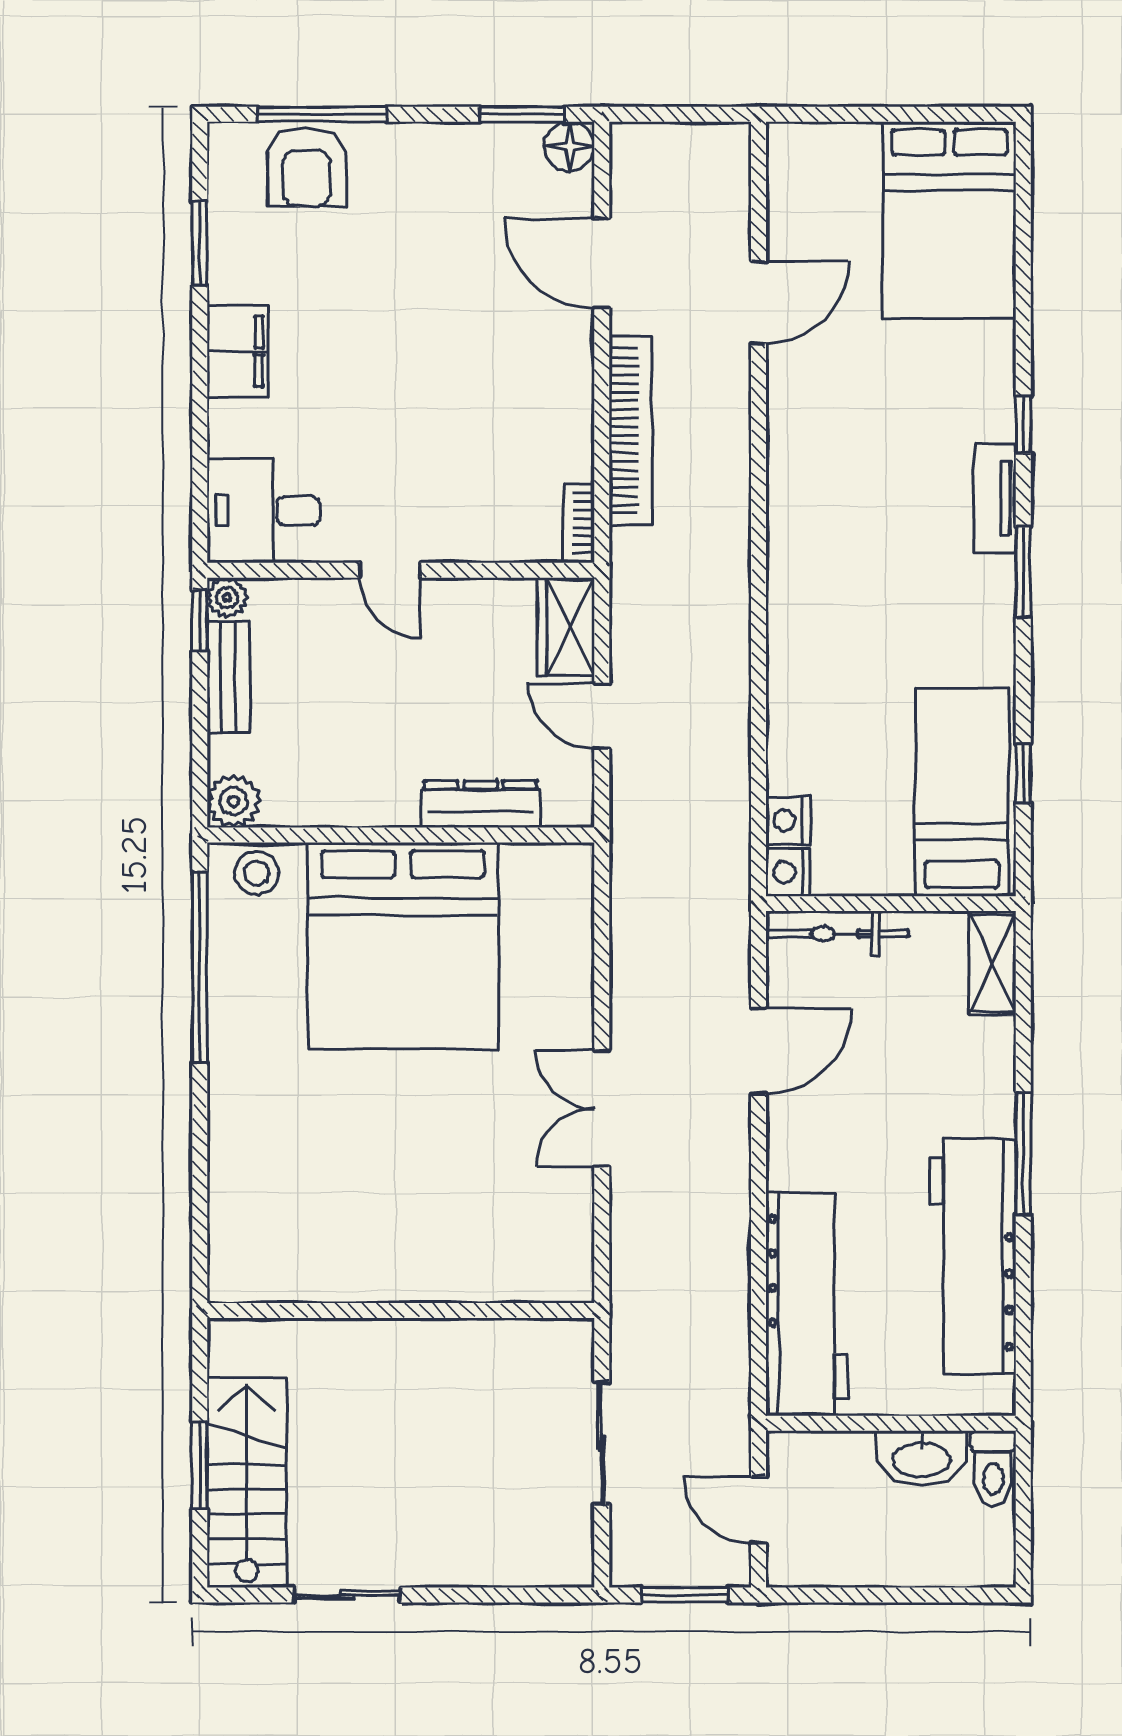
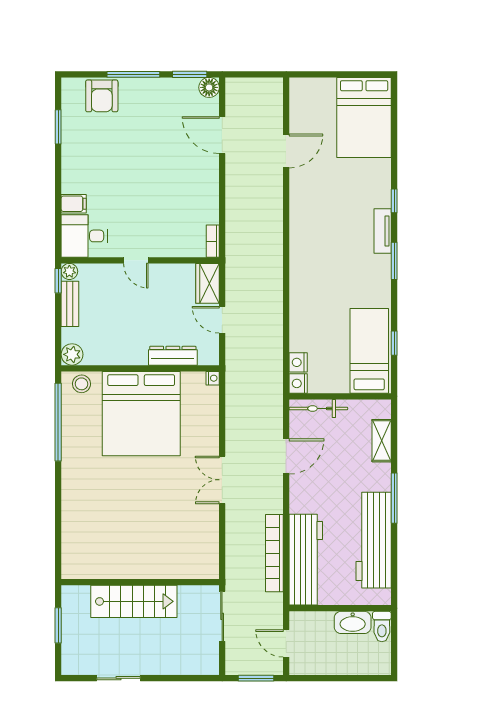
window: (322, 114) -> (133, 74), moved
filing cabinet: (238, 351) -> (74, 204), moved, width x0.50
bookcase: (631, 431) -> (274, 553), moved, turned 180
nightstand: (578, 859) -> (213, 378), added
shelving: (992, 963) -> (382, 441), moved
wall: (401, 1311) -> (140, 582), moved
stairs: (247, 1482) -> (134, 601), moved, turned 90

